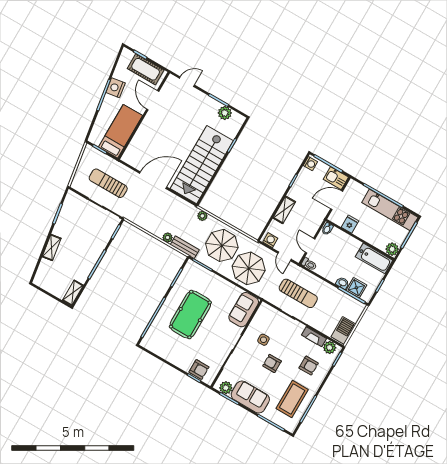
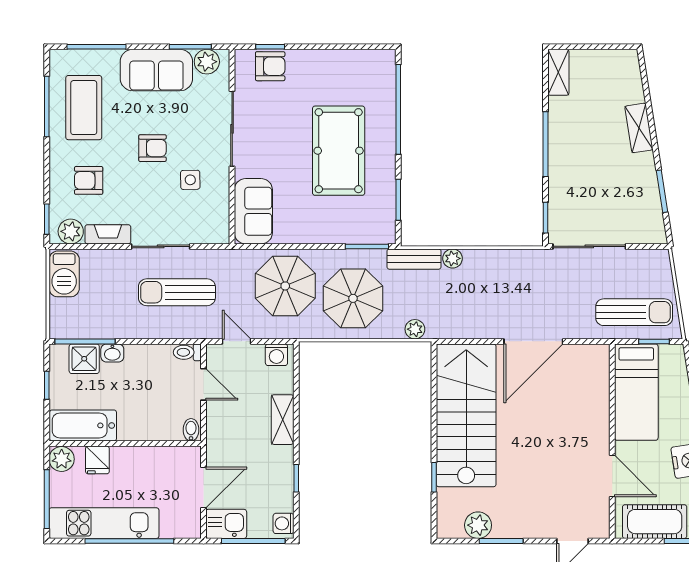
sun lounger: (108, 183) -> (634, 312), moved
fridge: (350, 224) -> (97, 460), moved
armchair: (199, 370) -> (270, 66), turned 180

